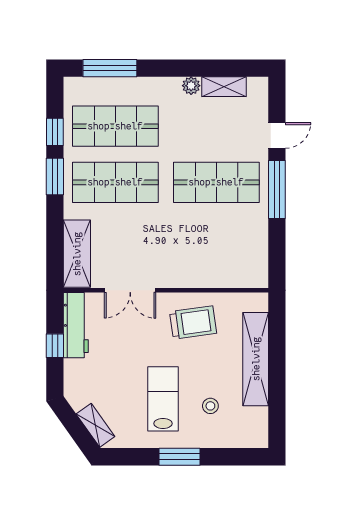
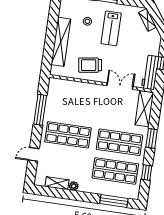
window: (55, 177) -> (152, 138), moved
window: (277, 190) -> (40, 110), moved

